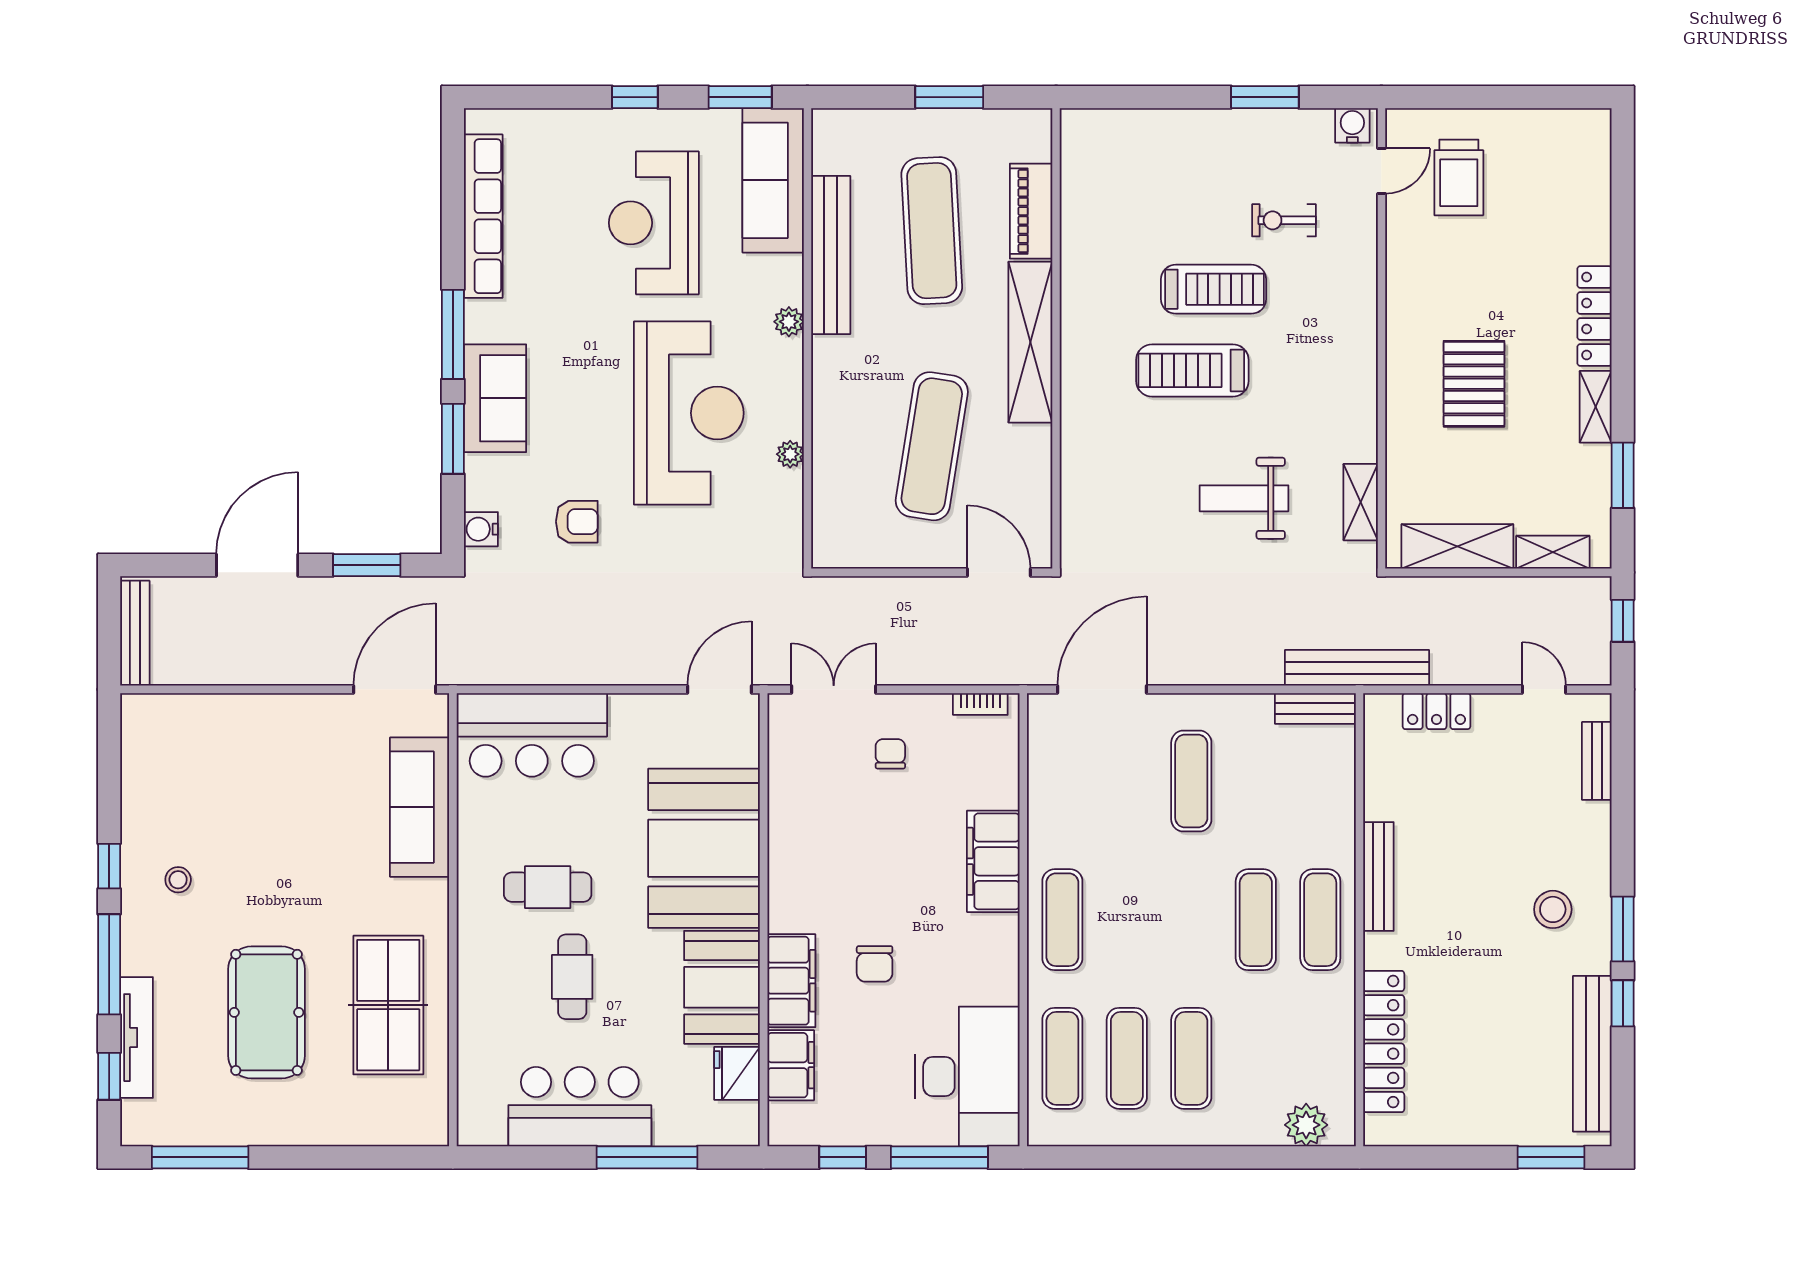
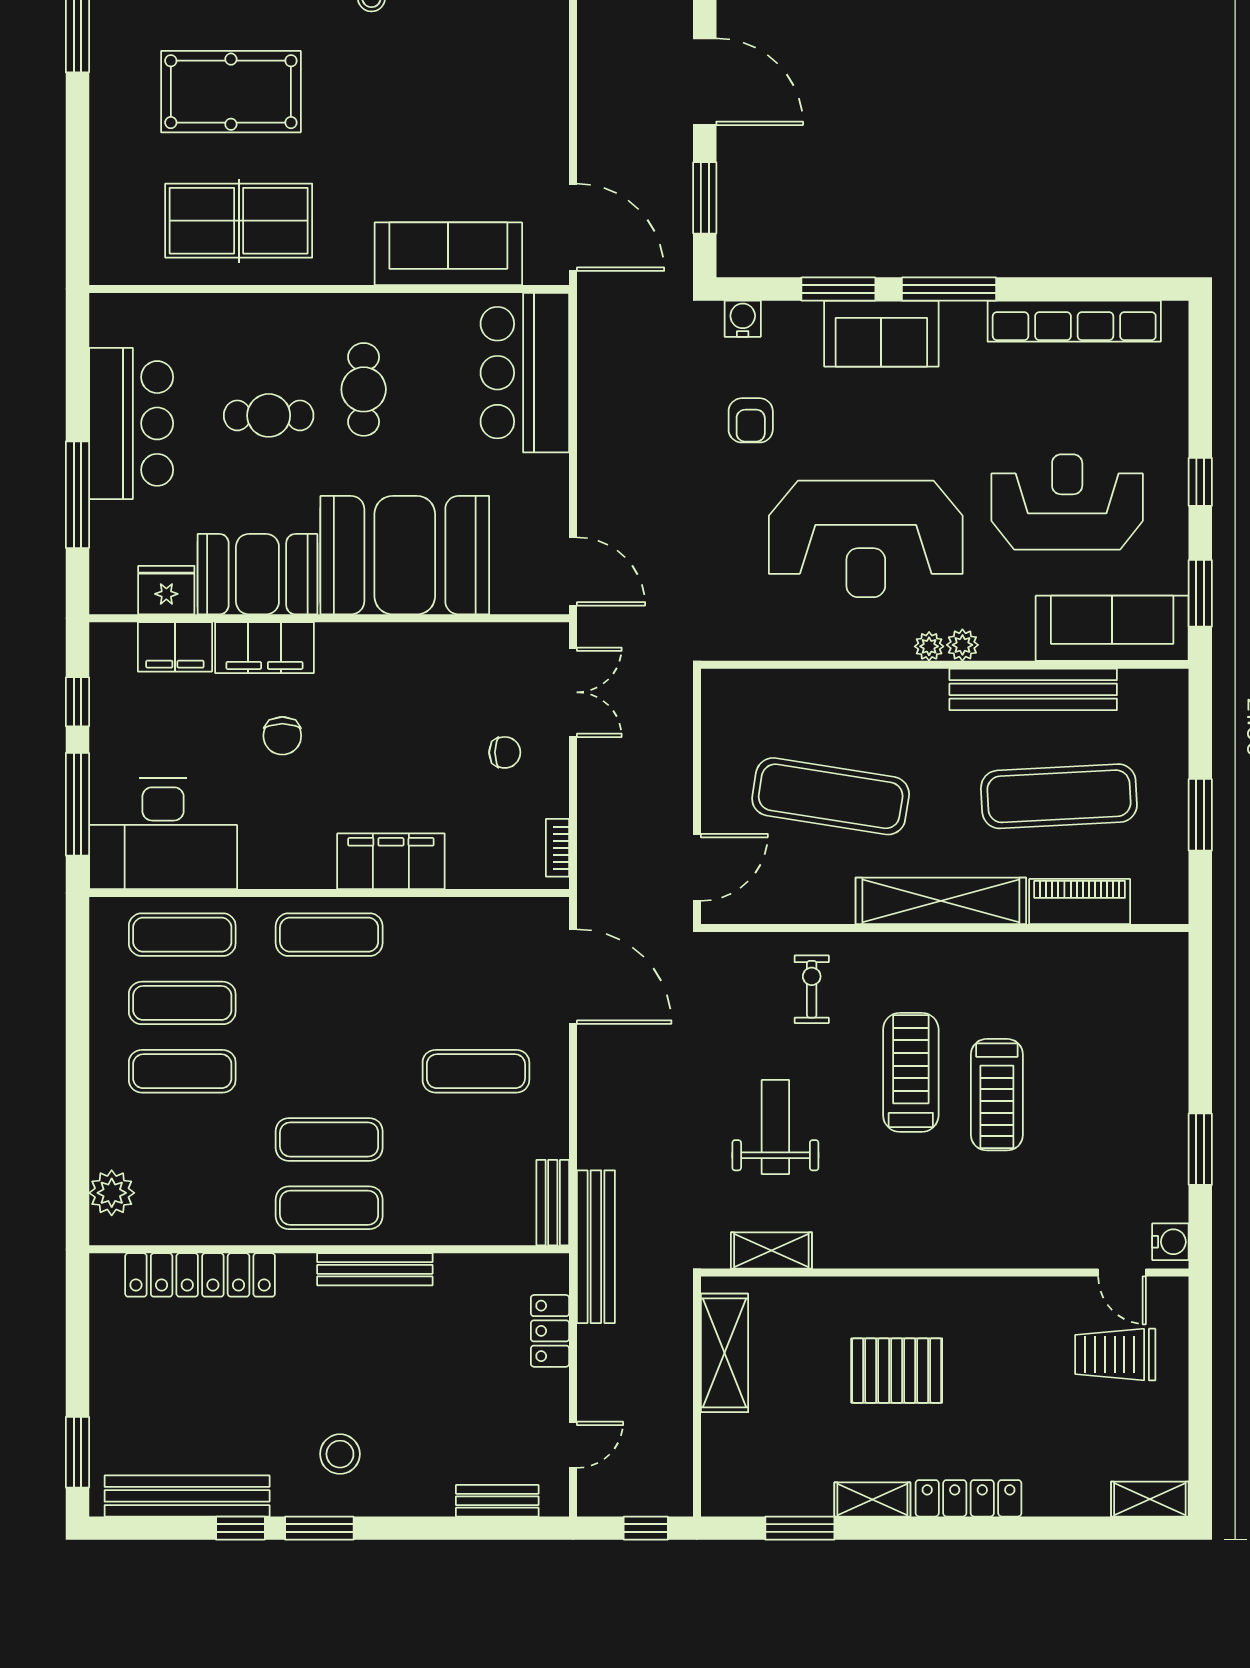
exercise bike: (1284, 220) -> (812, 989), moved
plant: (790, 454) -> (929, 646), moved
shelving: (1553, 552) -> (1150, 1499), moved, turned 90
chair: (875, 964) -> (282, 736), turned -90

